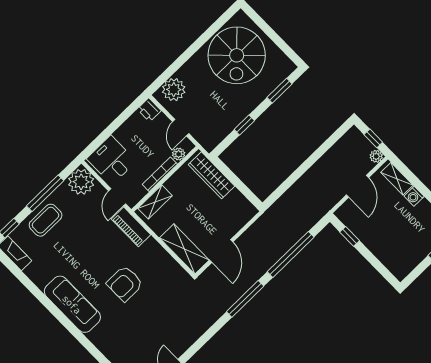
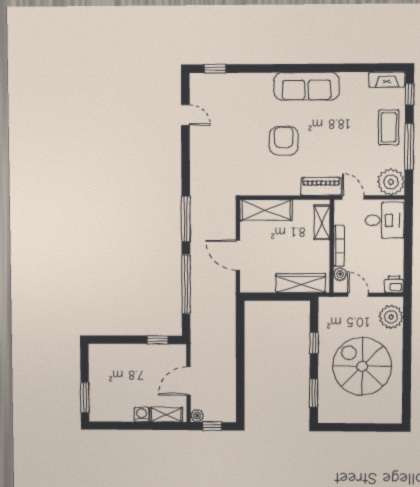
spiral stairs: (237, 55) -> (362, 366), moved
door: (357, 186) -> (188, 381), hinge flipped
door: (221, 251) -> (238, 255), moved

